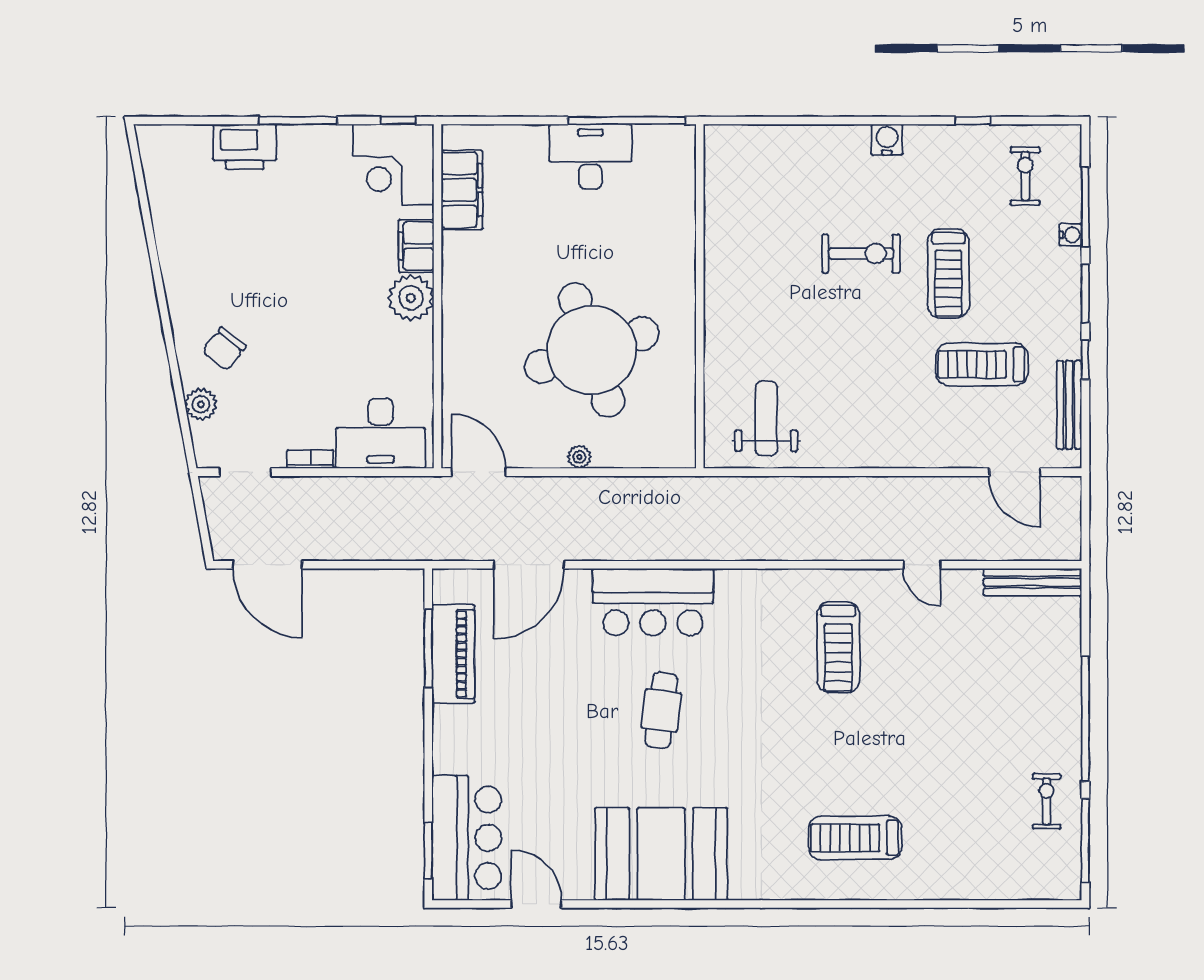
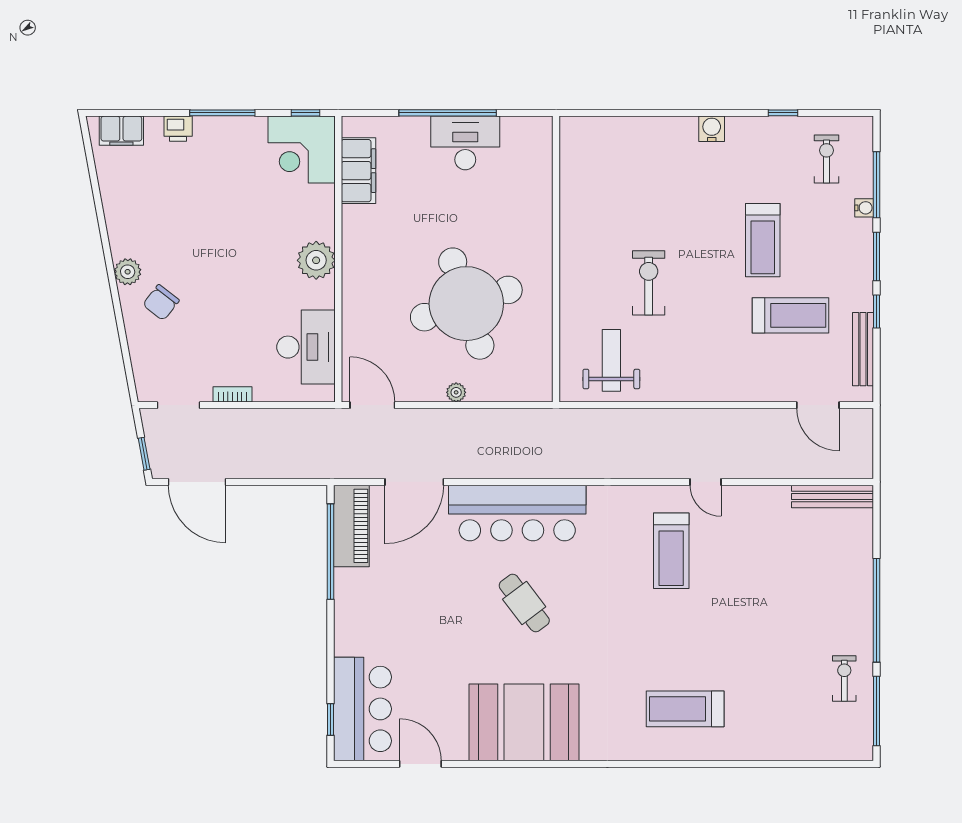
window: (627, 121) -> (448, 113), moved
printer: (245, 147) -> (178, 129), width x0.53, depth x0.68
filing cabinet: (416, 246) -> (121, 131), moved, turned -90
exercise bike: (861, 254) -> (649, 283), moved, turned -90
treadmill: (982, 364) -> (791, 315), turned 180
plant: (201, 404) -> (128, 272), moved
desk: (381, 433) -> (306, 347), moved, turned -90
window: (204, 531) -> (144, 454), added
door: (922, 565) -> (706, 482), moved
bar counter: (653, 602) -> (517, 513), width x1.36
window: (428, 649) -> (331, 552), width x1.46
piano: (453, 654) -> (351, 526), moved
cafe table: (661, 710) -> (524, 603), turned -44
window: (428, 851) -> (331, 720), width x0.67

